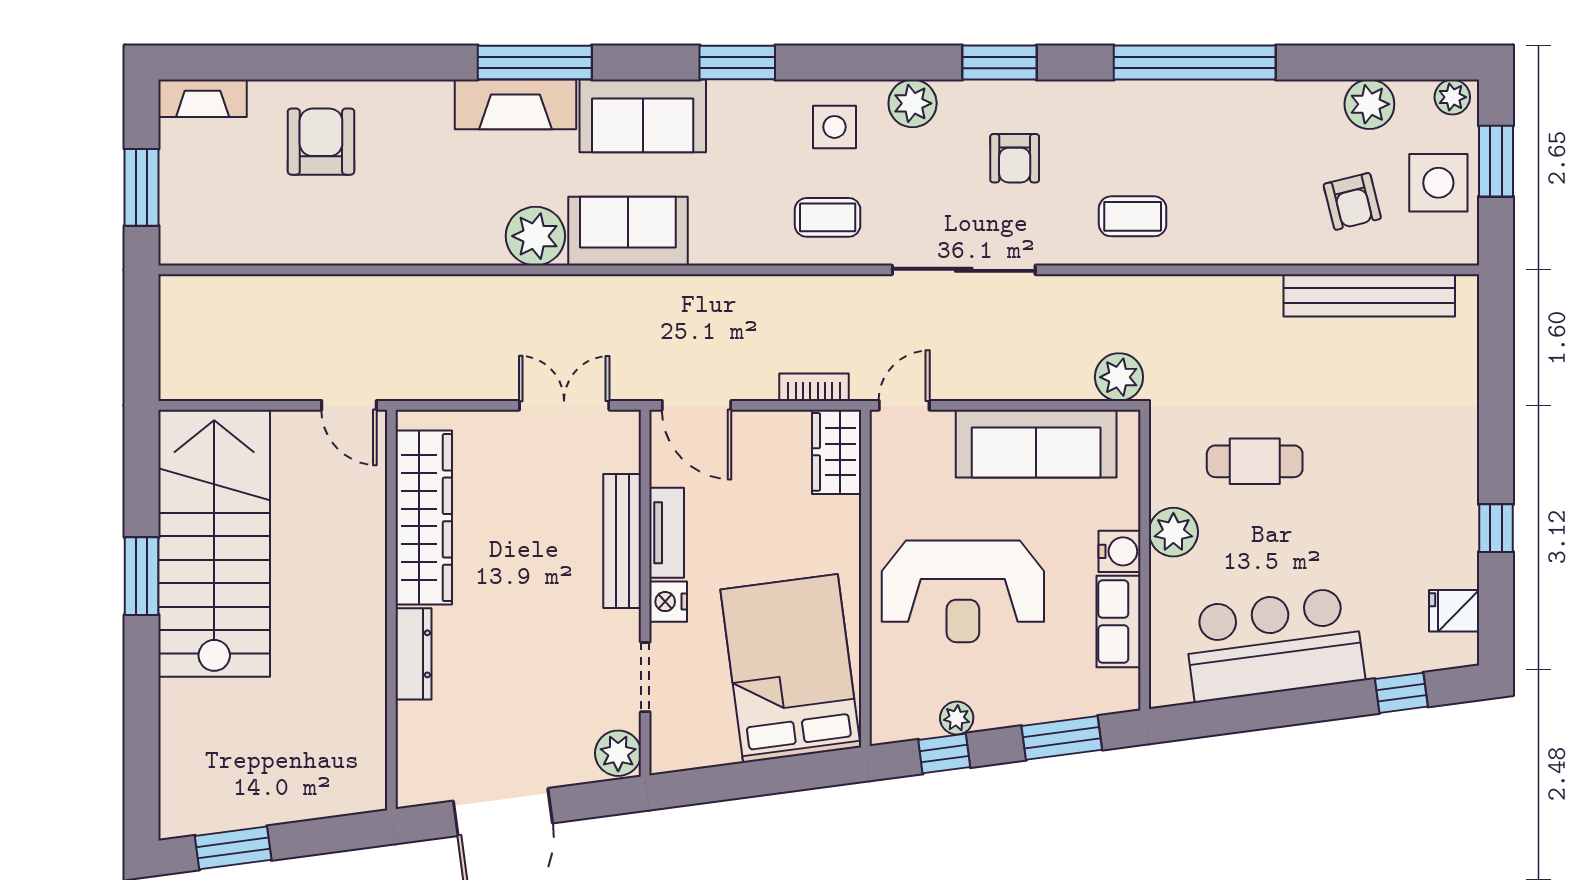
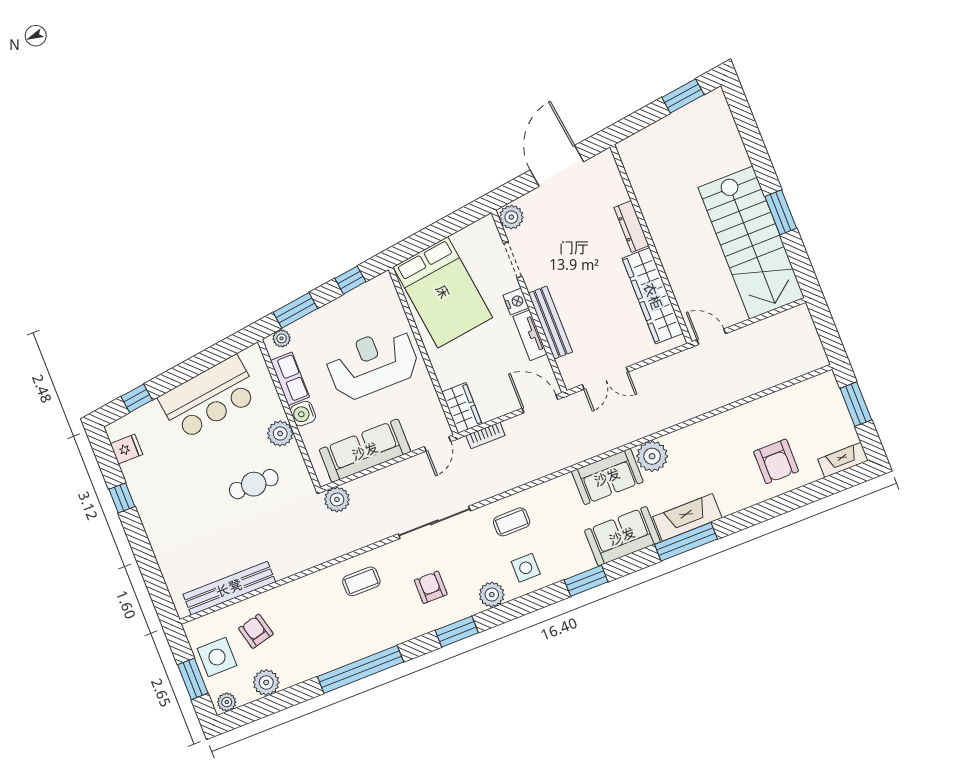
plant: (957, 718) -> (282, 338), moved

